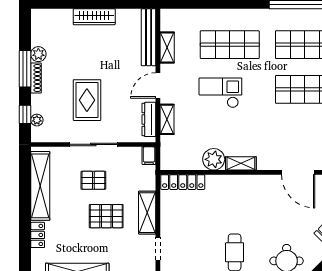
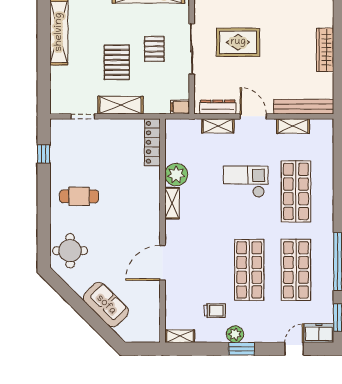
checkout: (220, 93) -> (246, 182), turned -90

